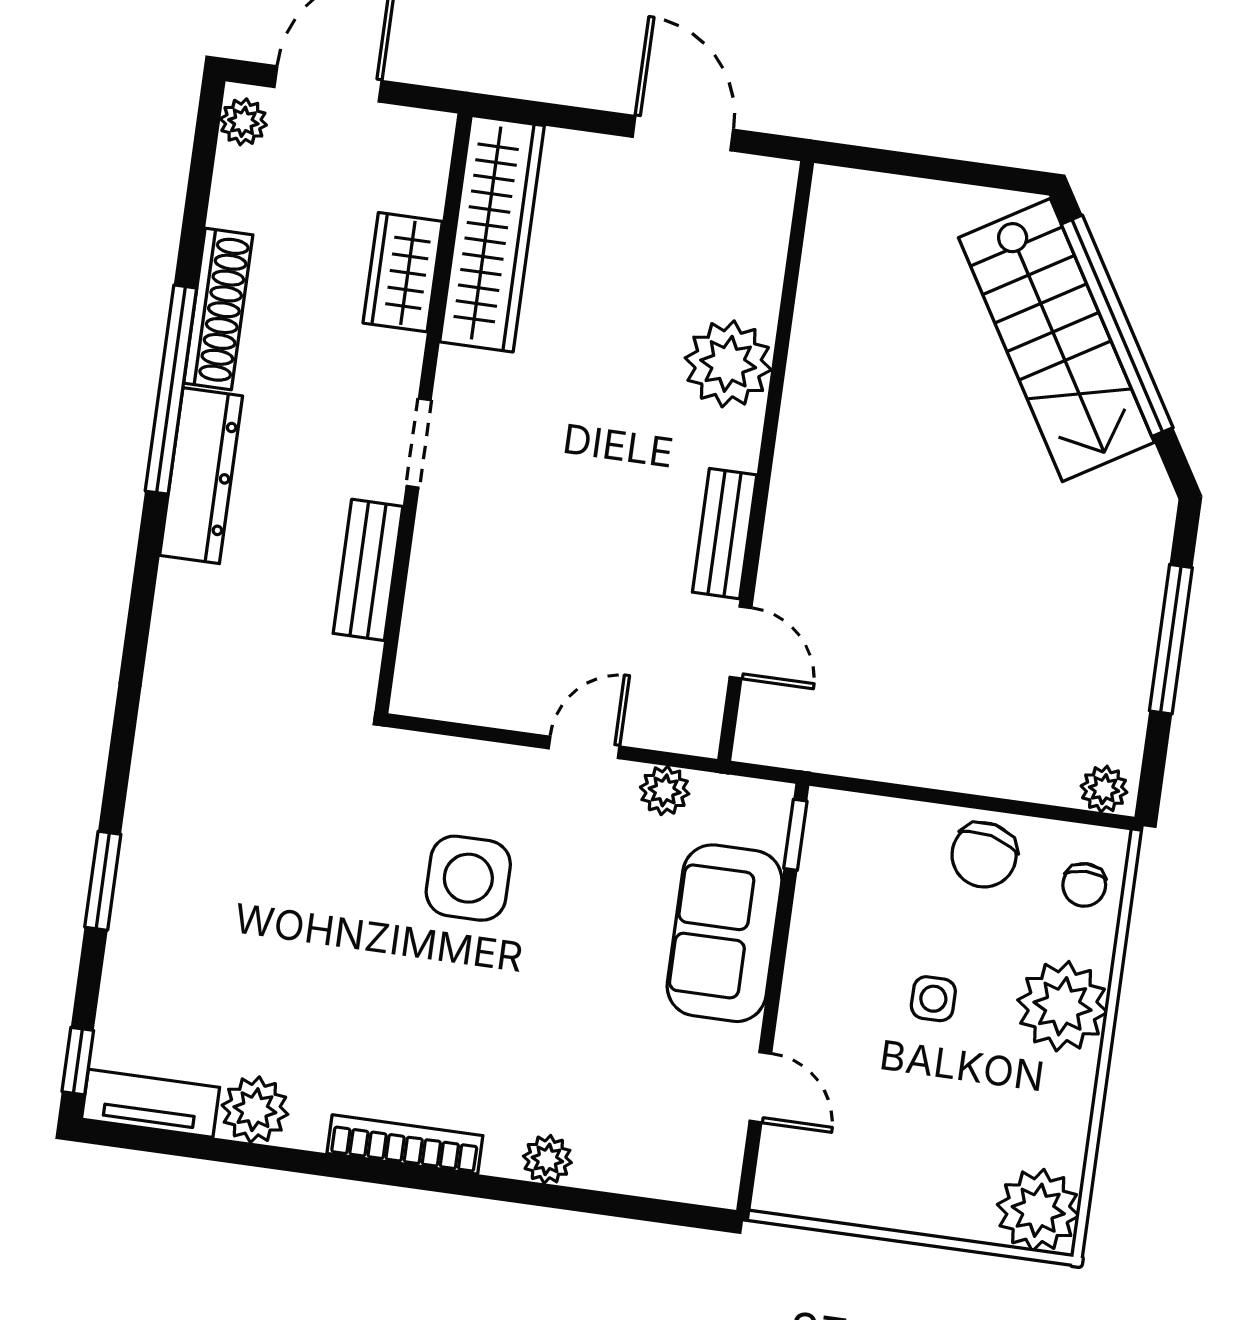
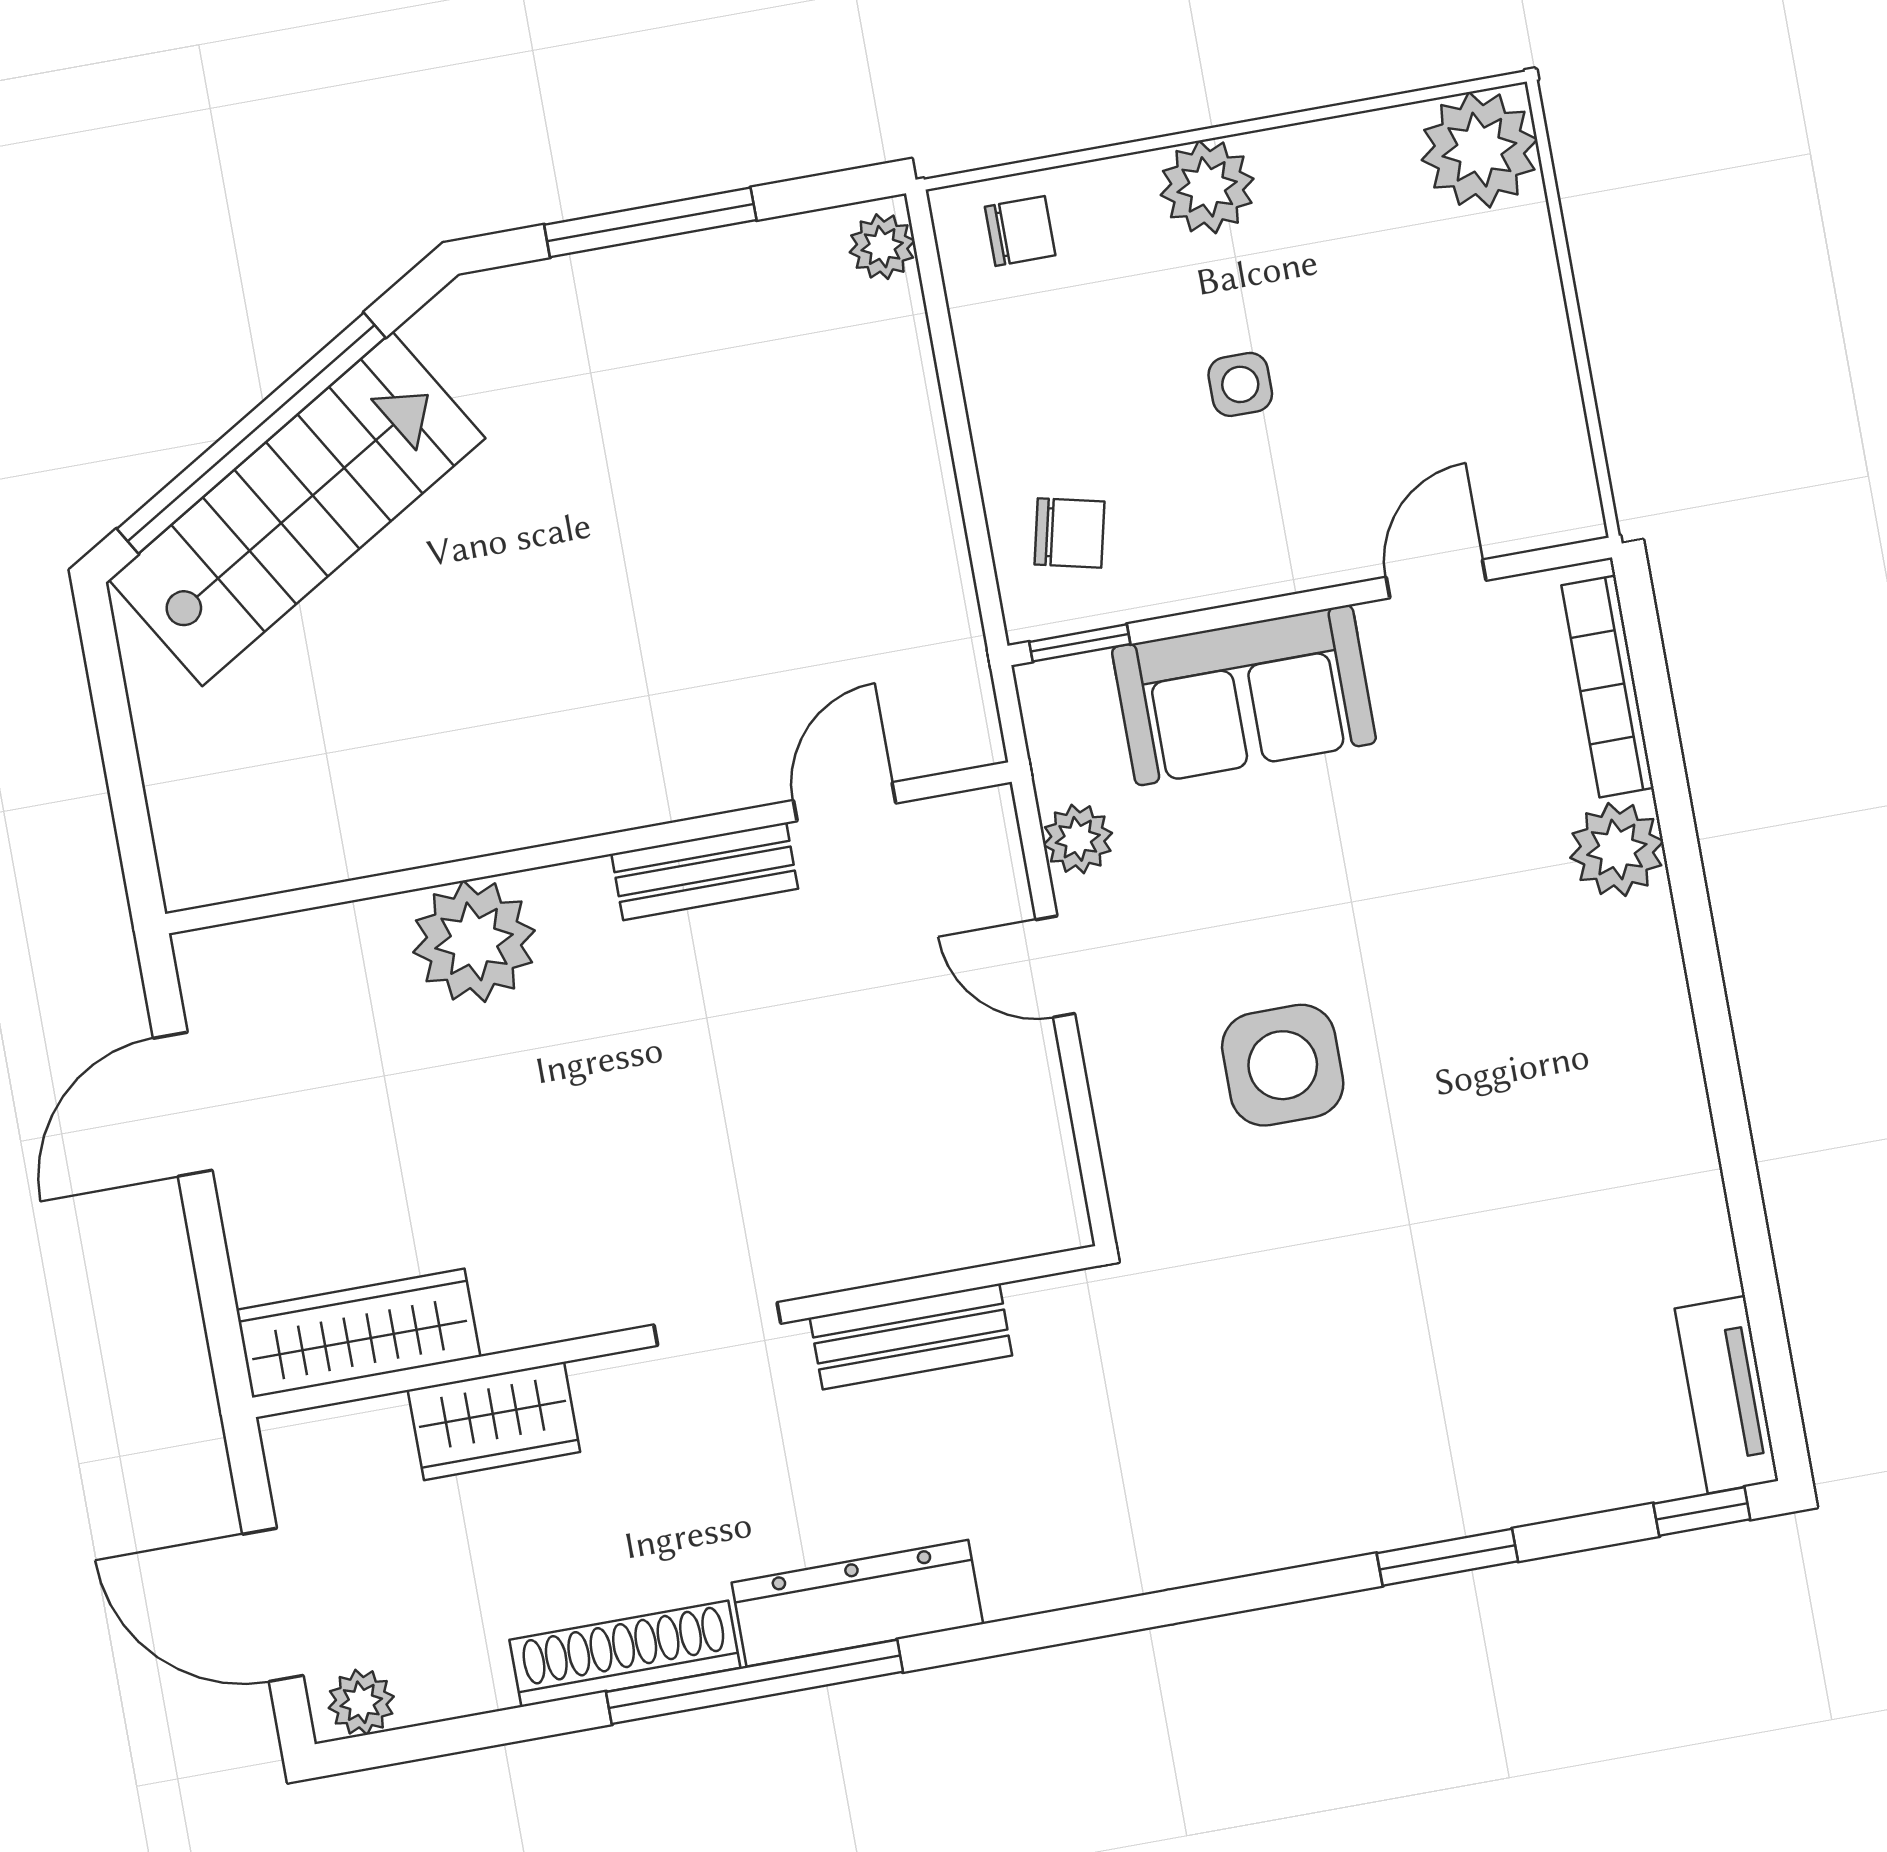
wardrobe: (492, 234) -> (358, 1333), width x0.71, depth x0.85
chair: (984, 855) -> (1070, 533), moved, width x0.73, depth x0.73
plant: (1063, 1006) -> (1207, 187), width x0.73, depth x0.73
plant: (255, 1110) -> (1689, 1251), removed
bookcase: (405, 1144) -> (1608, 686), moved
plant: (547, 1159) -> (1617, 849), width x1.38, depth x1.38

